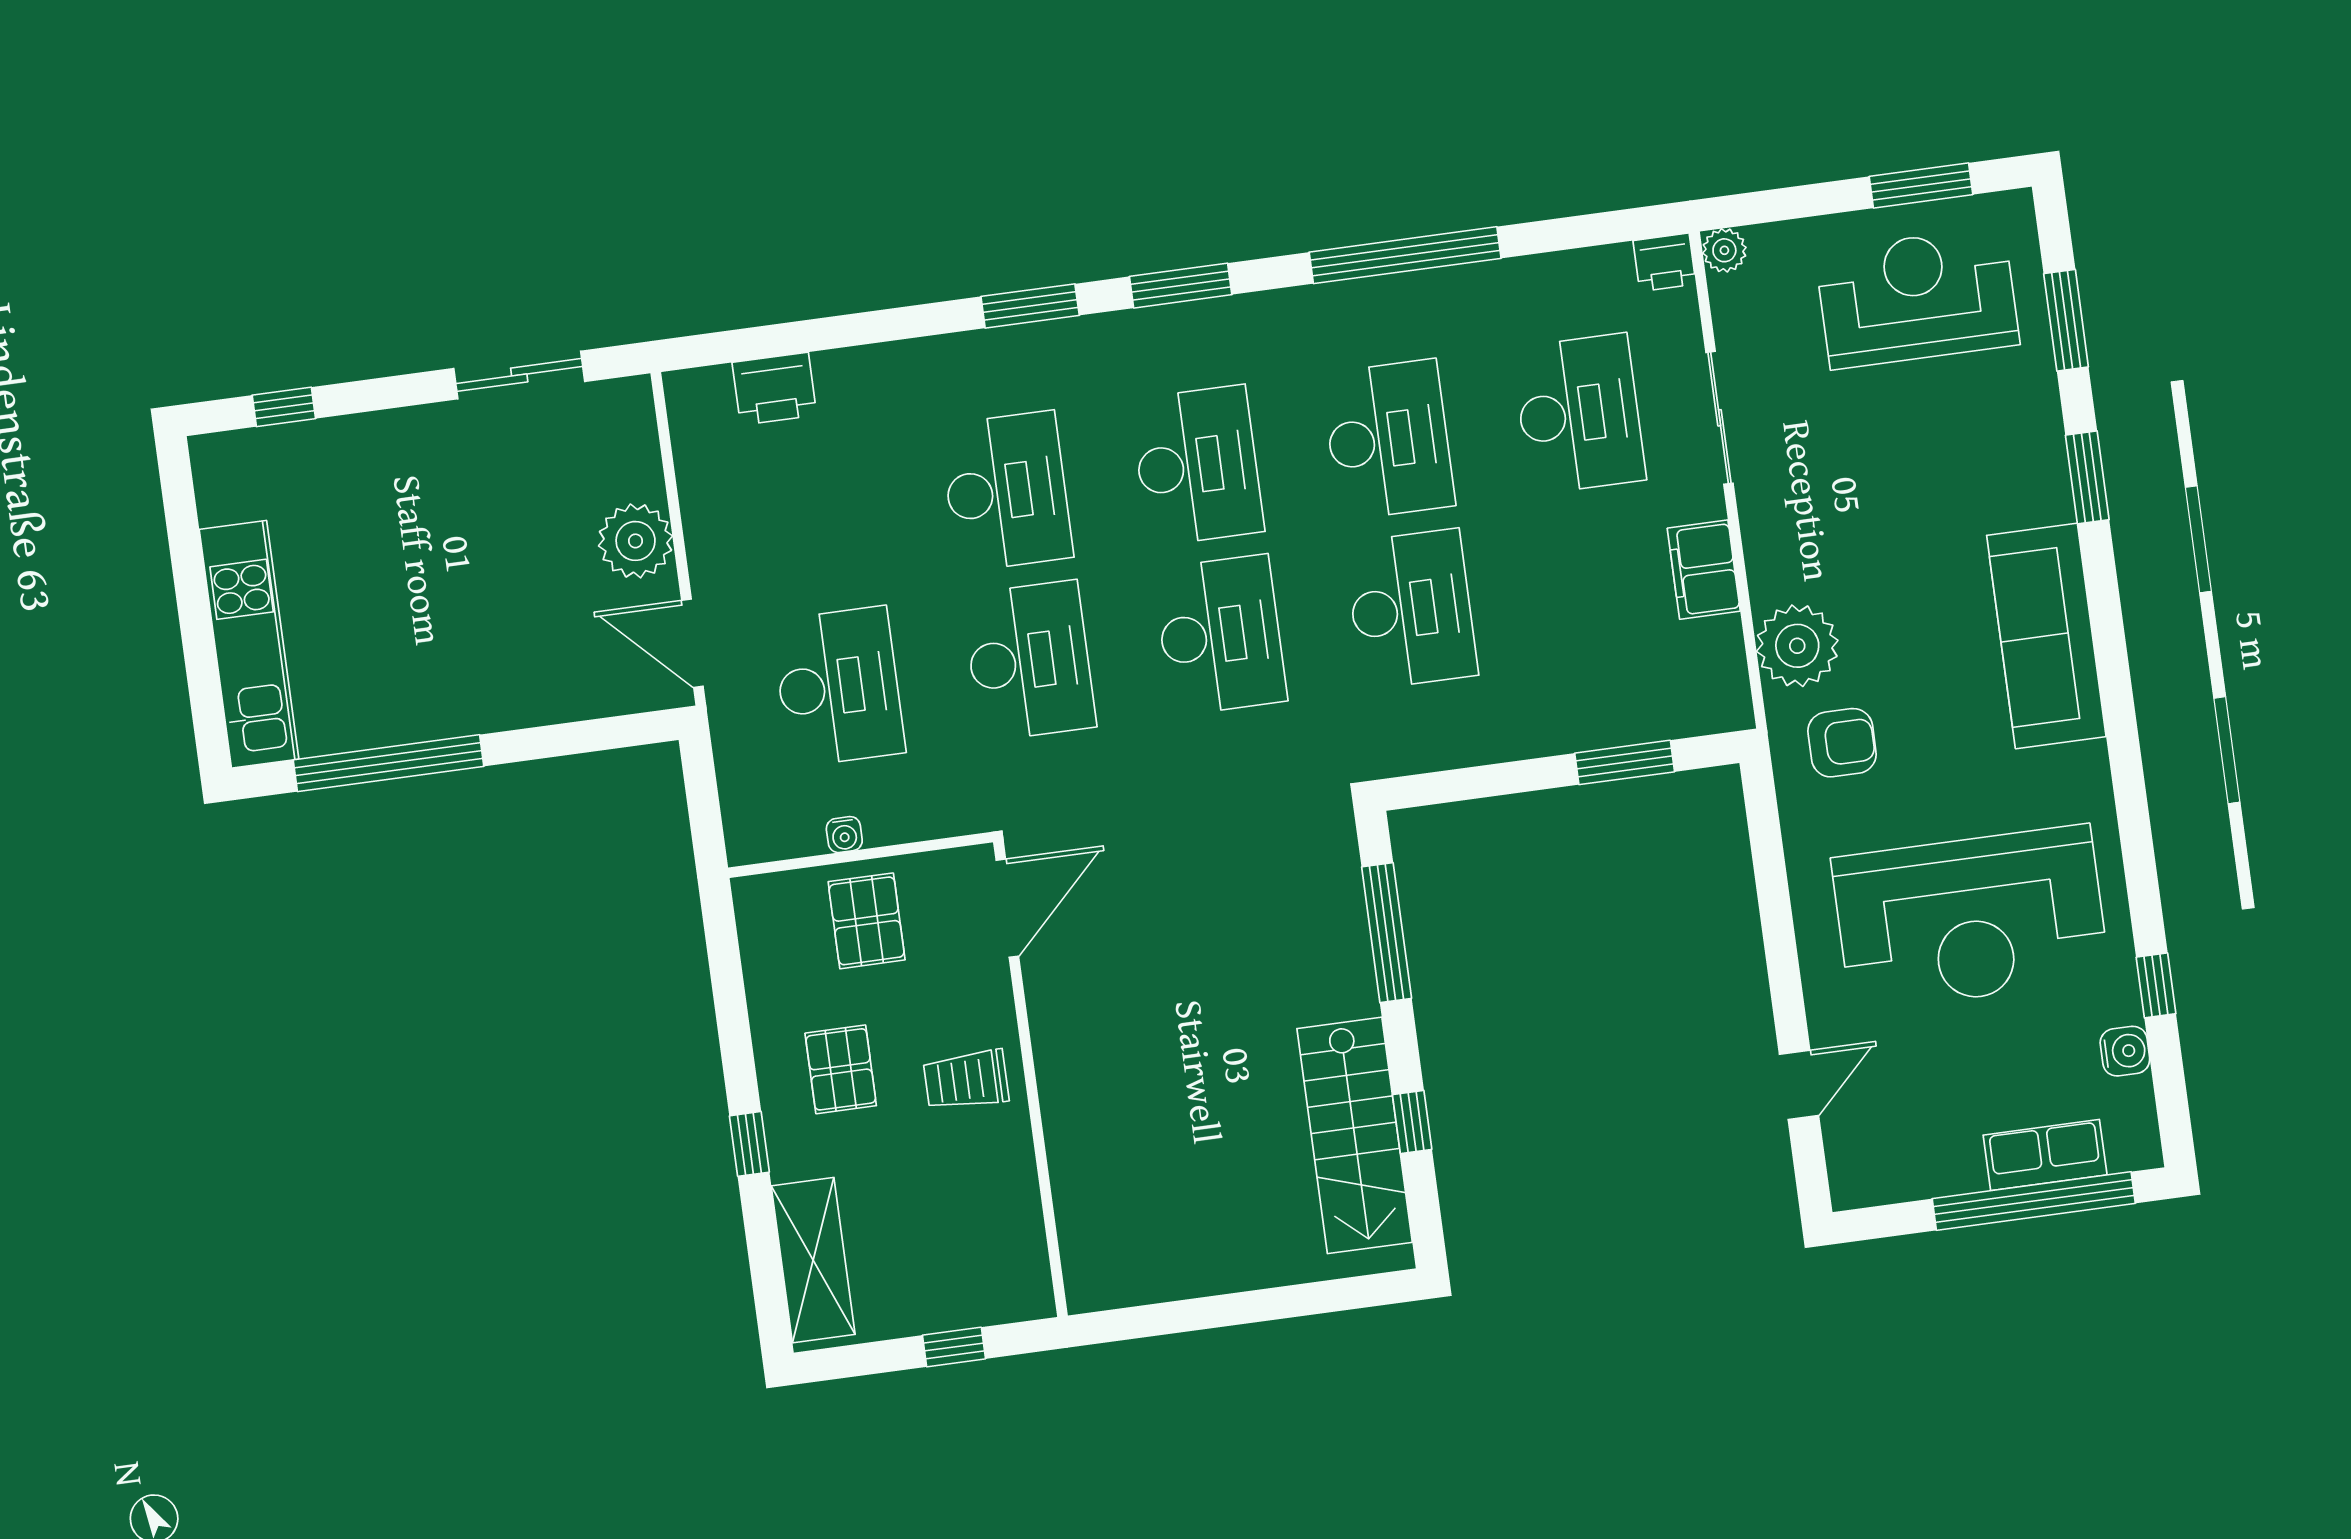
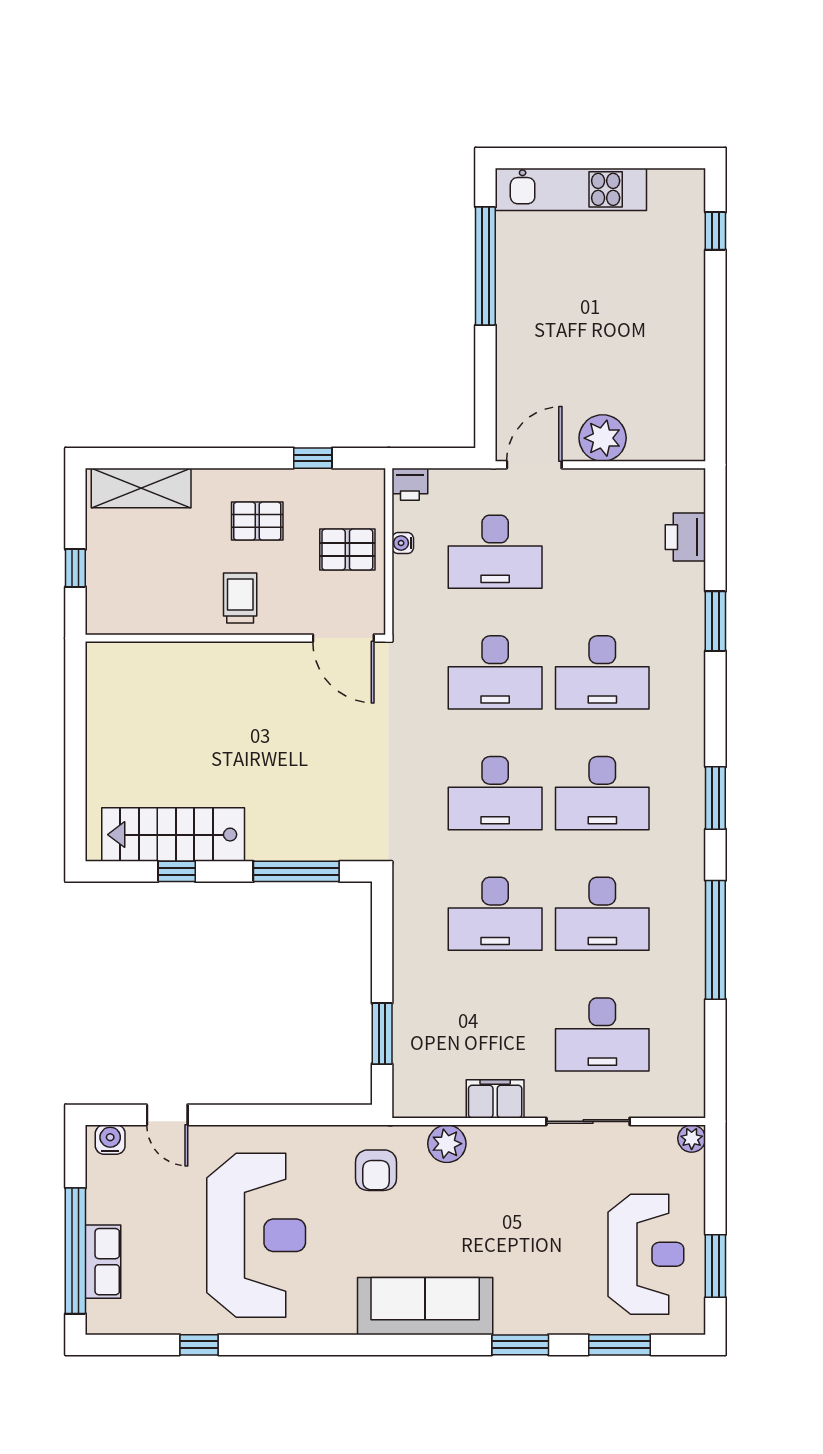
printer: (1664, 262) -> (410, 484), moved, turned -90
window: (1030, 306) -> (715, 621), moved
sliding door: (519, 375) -> (715, 380), removed
plant: (1797, 646) -> (447, 1144), width x0.73, depth x0.73
reception desk: (1971, 918) -> (256, 1235), turned 180
water cooler: (2125, 1051) -> (110, 1140), moved, turned 180
window: (749, 1144) -> (313, 458), moved

